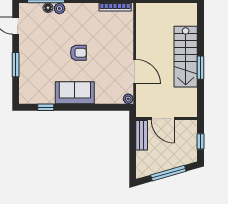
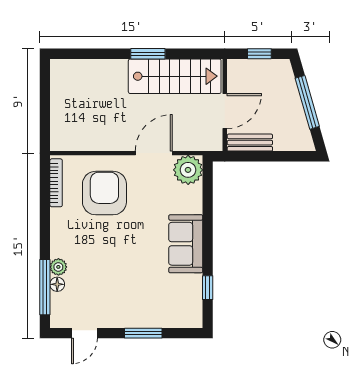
armchair: (78, 53) -> (104, 193), moved, width x1.88, depth x1.88
stairs: (186, 57) -> (175, 76), moved
plant: (128, 99) -> (188, 170), width x1.88, depth x1.88

